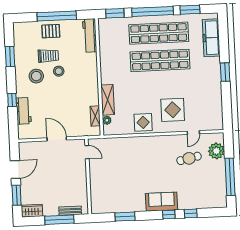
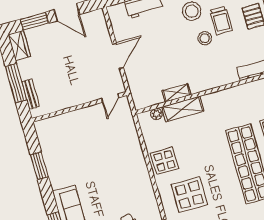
shelving: (95, 116) -> (177, 93), moved

